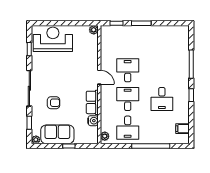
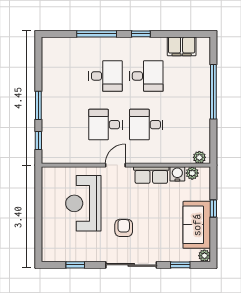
plant: (94, 30) -> (192, 173), moved
reception desk: (53, 39) -> (83, 203), moved
armchair: (54, 103) -> (124, 228), moved
desk: (128, 128) -> (105, 76), moved
filing cabinet: (183, 129) -> (182, 46), width x2.00

